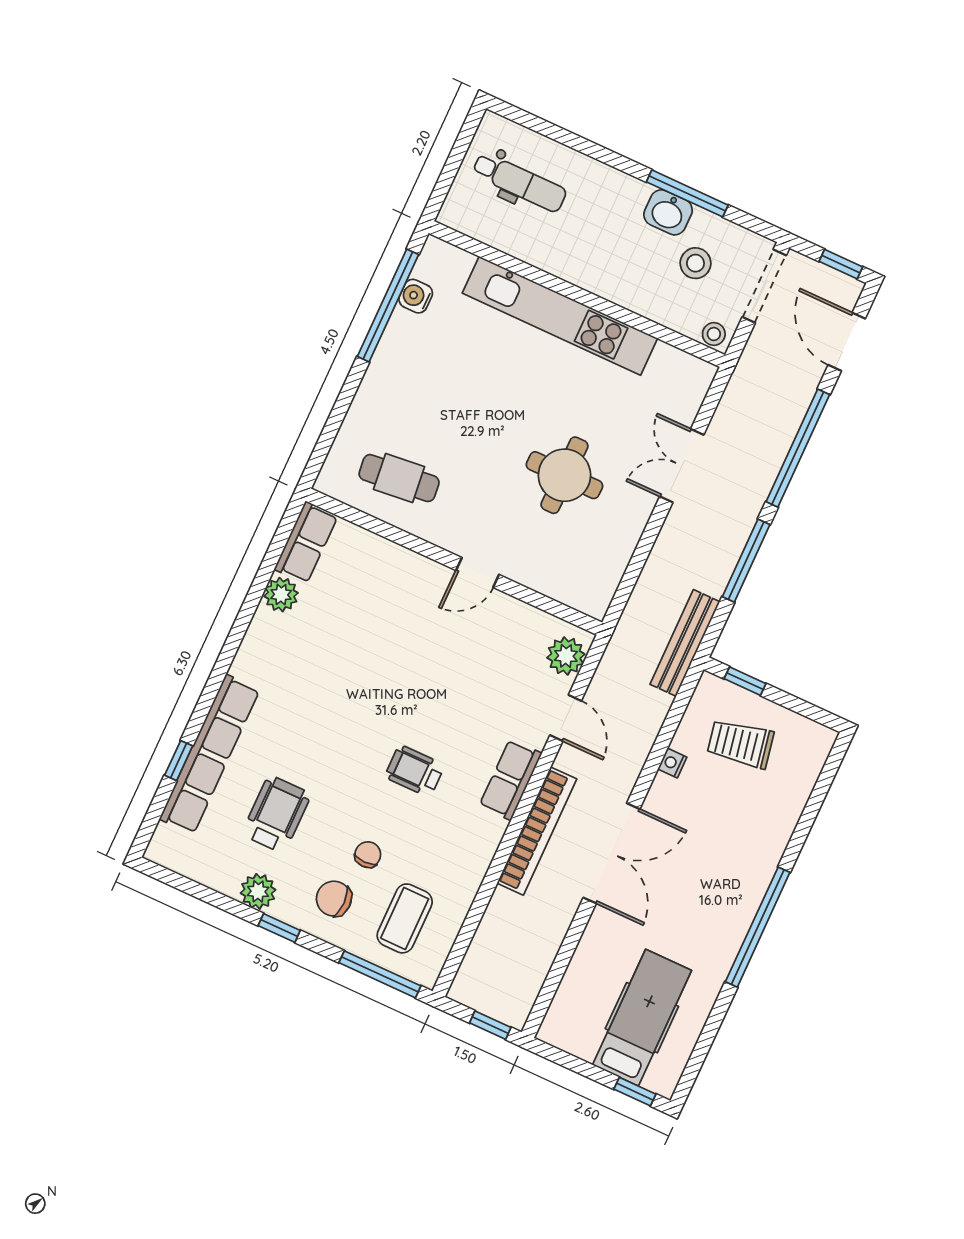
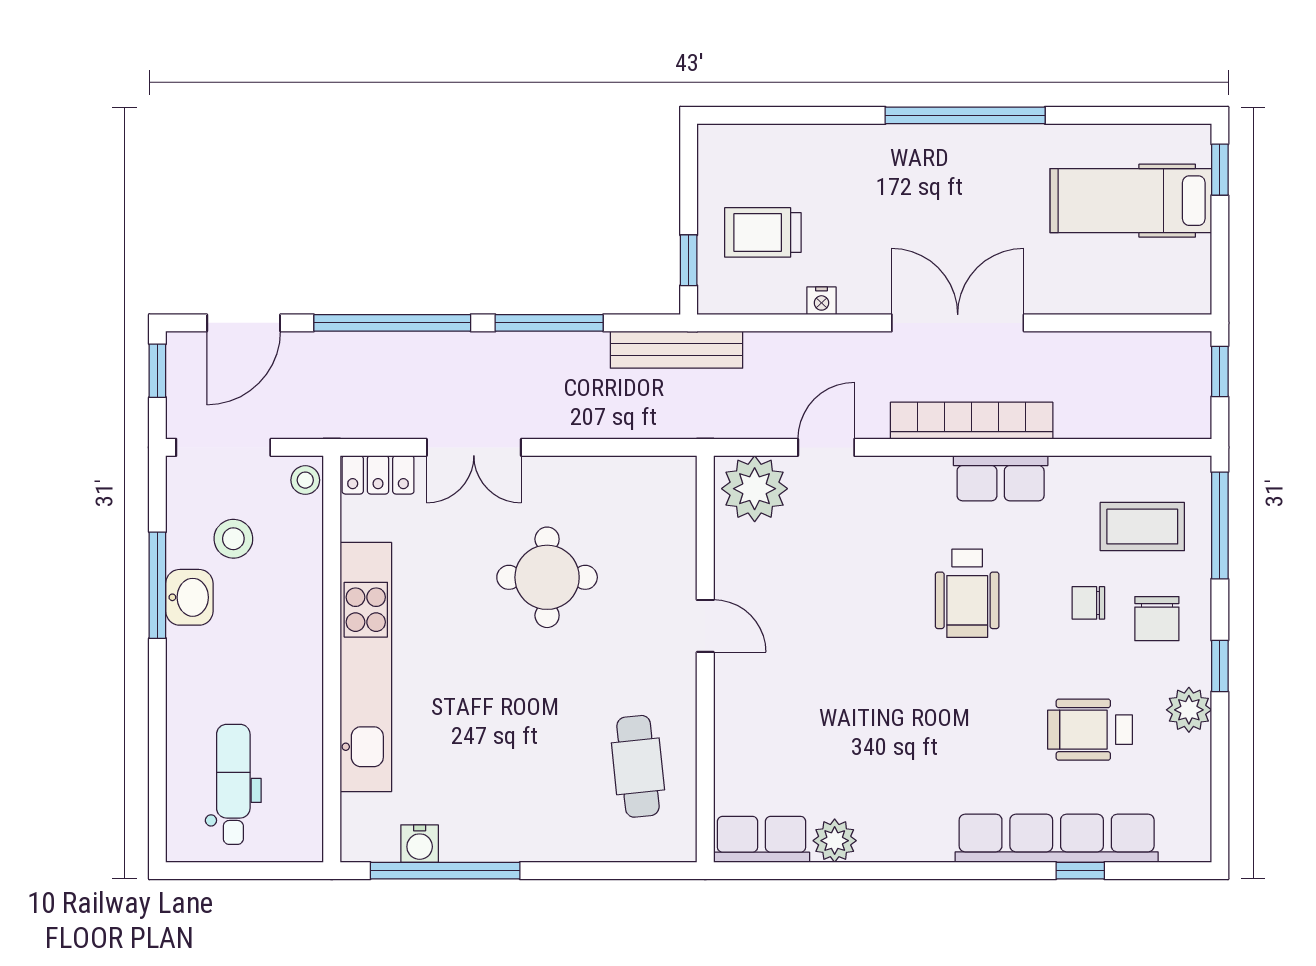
locker: (694, 388) -> (378, 475), added
plant: (566, 656) -> (755, 489), width x1.36, depth x1.36
trolley: (740, 744) -> (763, 232), turned 101
wheelchair: (415, 771) -> (967, 593), width x1.36, depth x1.37
row of seats: (510, 780) -> (1001, 478), moved

